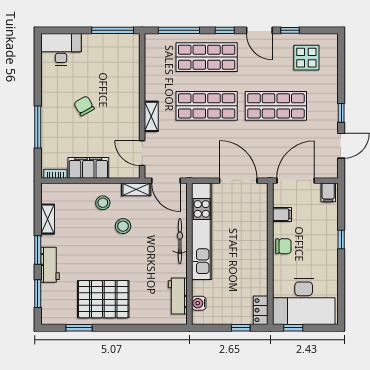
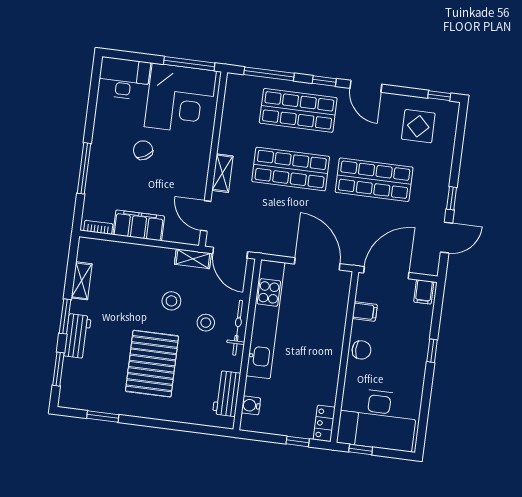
window: (290, 30) -> (439, 96), moved
corner desk: (109, 60) -> (180, 99), added
stool: (103, 203) -> (206, 323), moved
pallet: (103, 299) -> (152, 364), moved, turned 90

